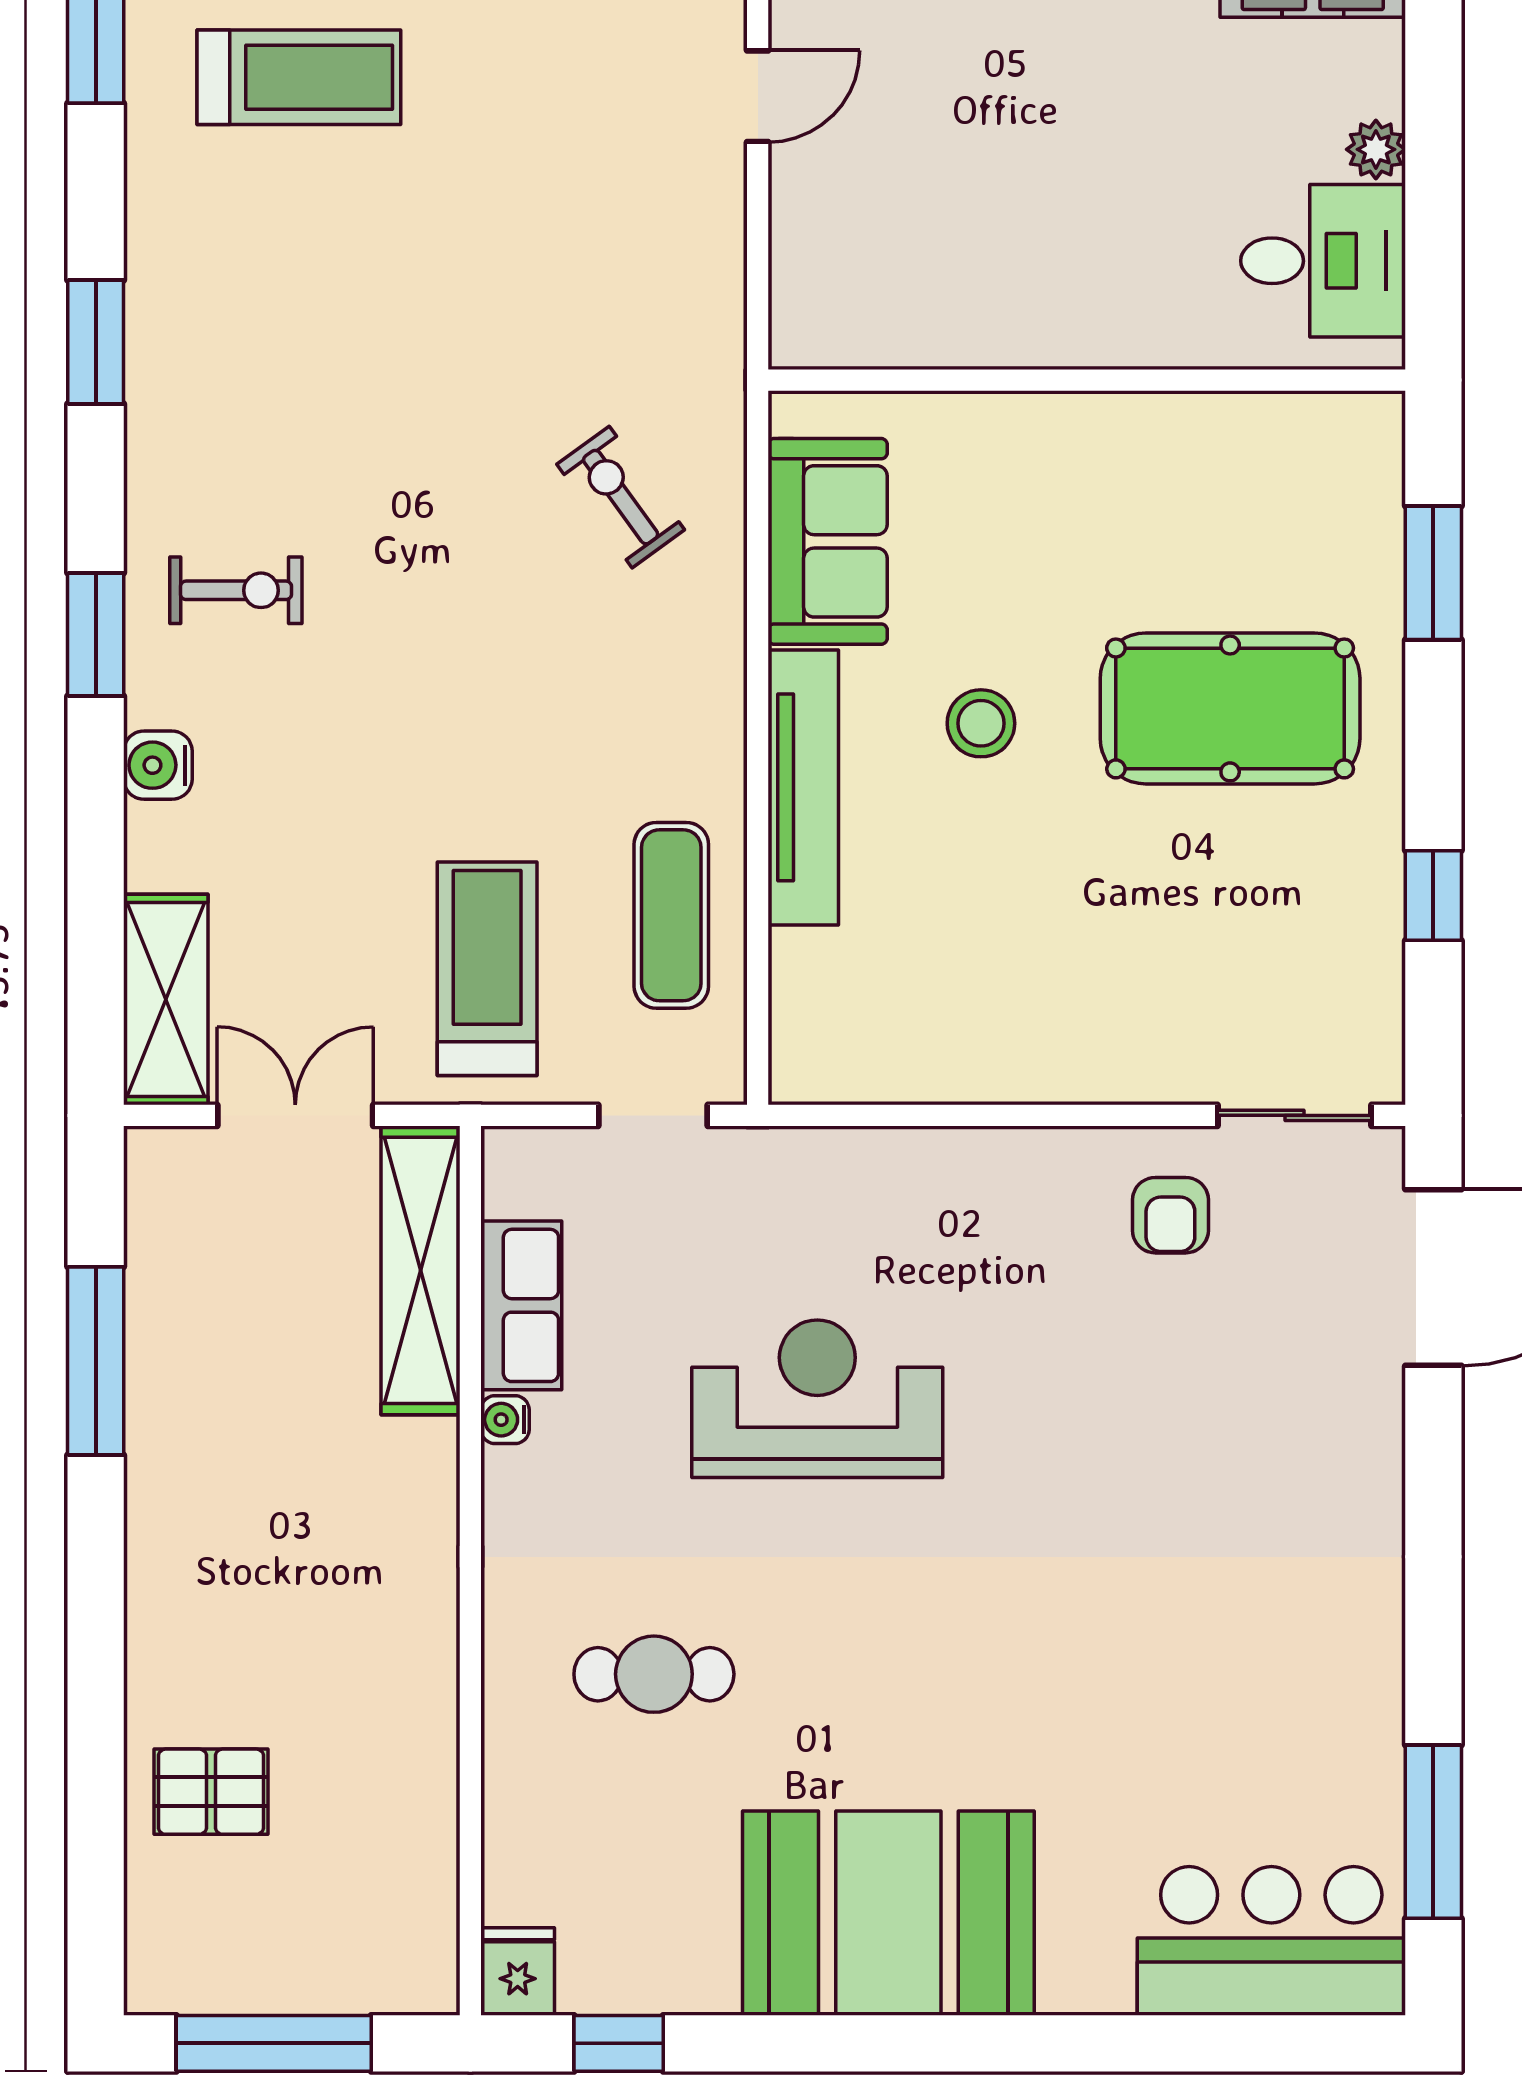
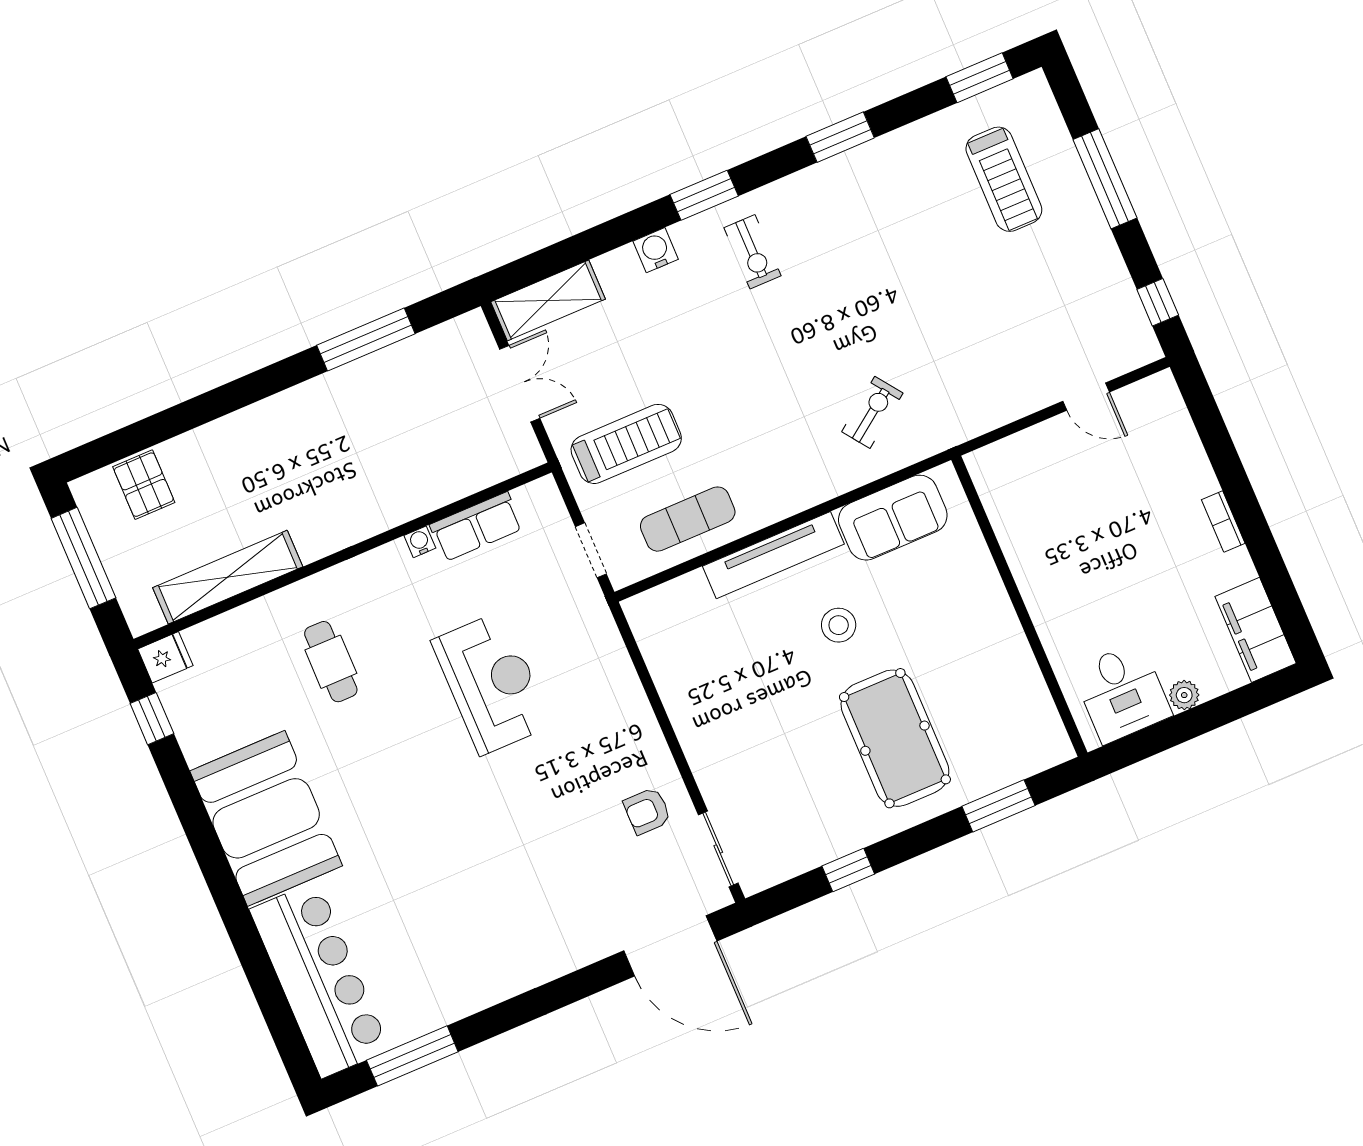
shelving: (420, 1270) -> (228, 577), moved
pallet: (211, 1792) -> (144, 485), moved
bar counter: (1271, 1941) -> (320, 979), width x1.36

